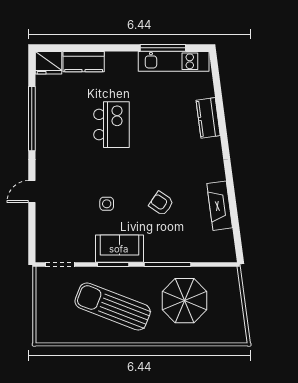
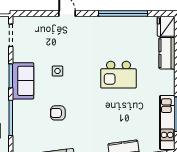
armchair: (161, 203) -> (58, 113), turned -124

